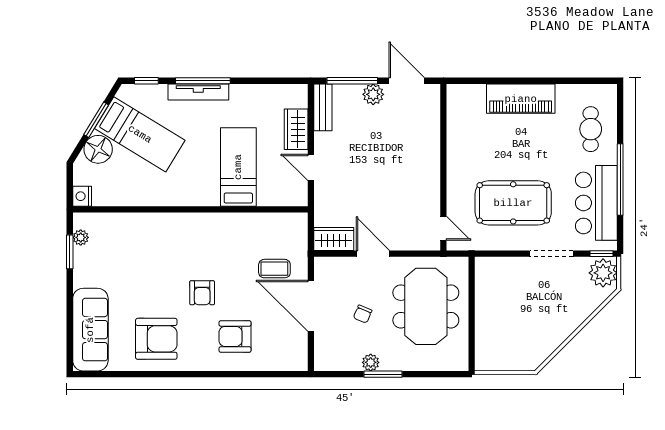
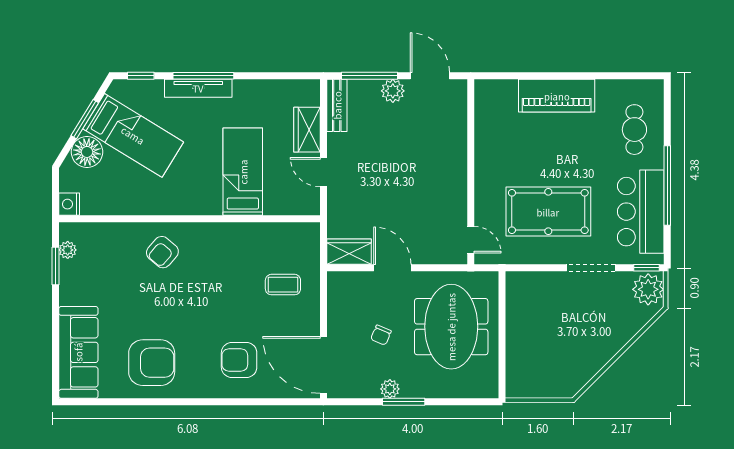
armchair: (202, 293) -> (162, 252), moved, turned 41
door: (311, 306) -> (323, 365), moved

